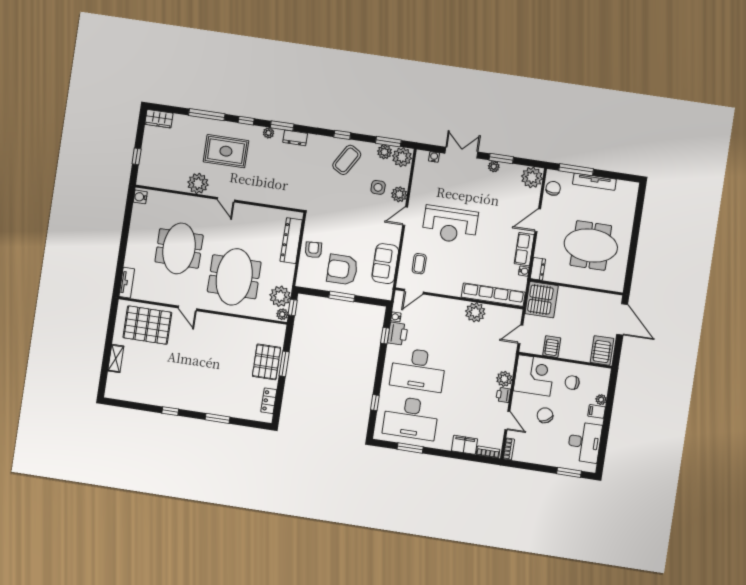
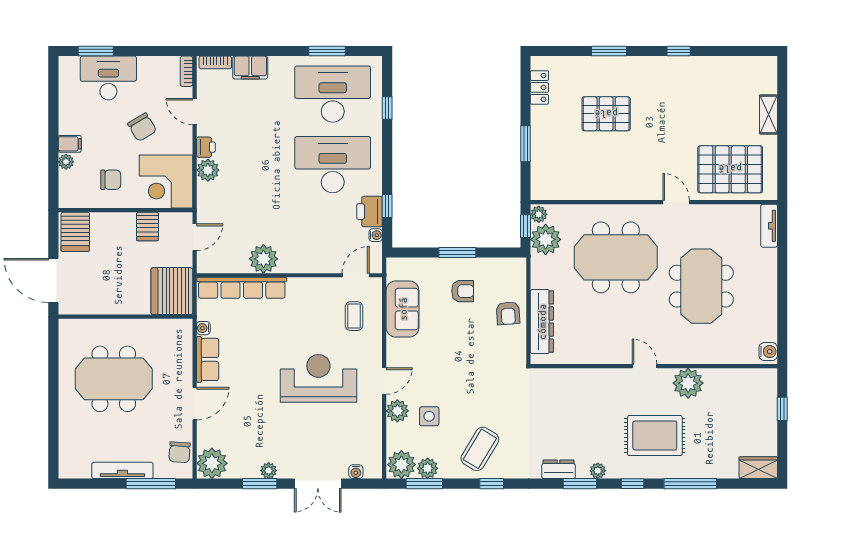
dresser: (538, 269) -> (184, 334), removed
armchair: (342, 270) -> (463, 291), width x0.53, depth x0.53
meeting table: (234, 277) -> (616, 257), turned 90
pallet: (266, 362) -> (606, 114), moved, turned 90
desk: (585, 442) -> (108, 78), moved, turned 90

